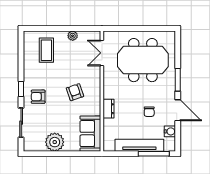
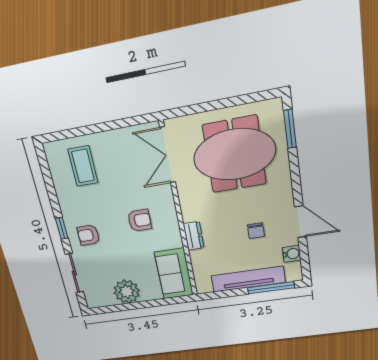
plant: (73, 36) -> (117, 136), removed
double door: (102, 53) -> (168, 155), width x1.37
window: (178, 80) -> (290, 129), moved
armchair: (75, 92) -> (140, 220), turned 109

